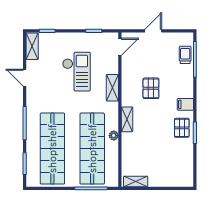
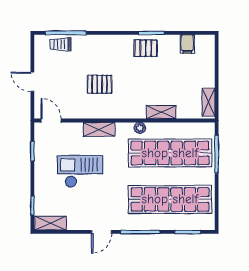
door: (25, 78) -> (102, 232), moved
filing cabinet: (185, 104) -> (187, 44), moved
shelving: (127, 119) -> (161, 112), moved
plant: (114, 136) -> (140, 128), moved

